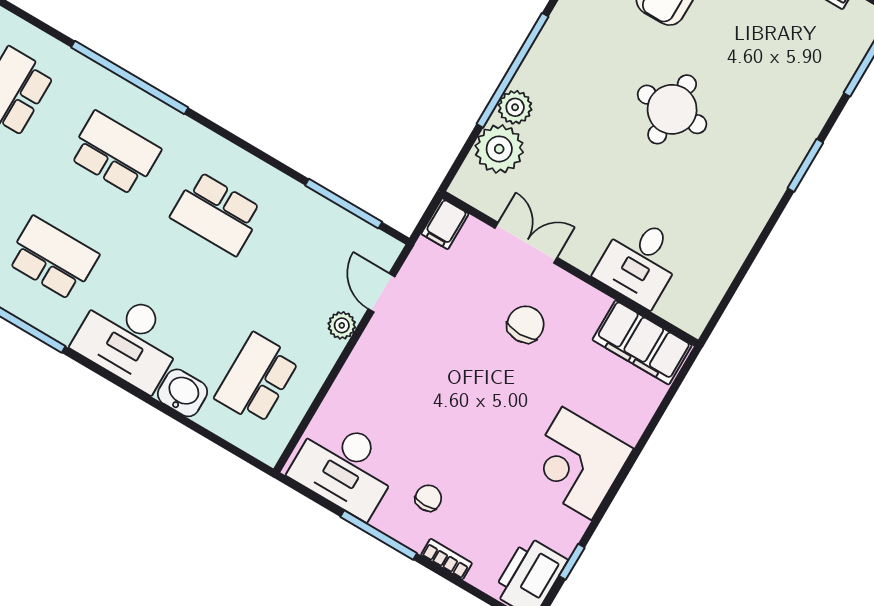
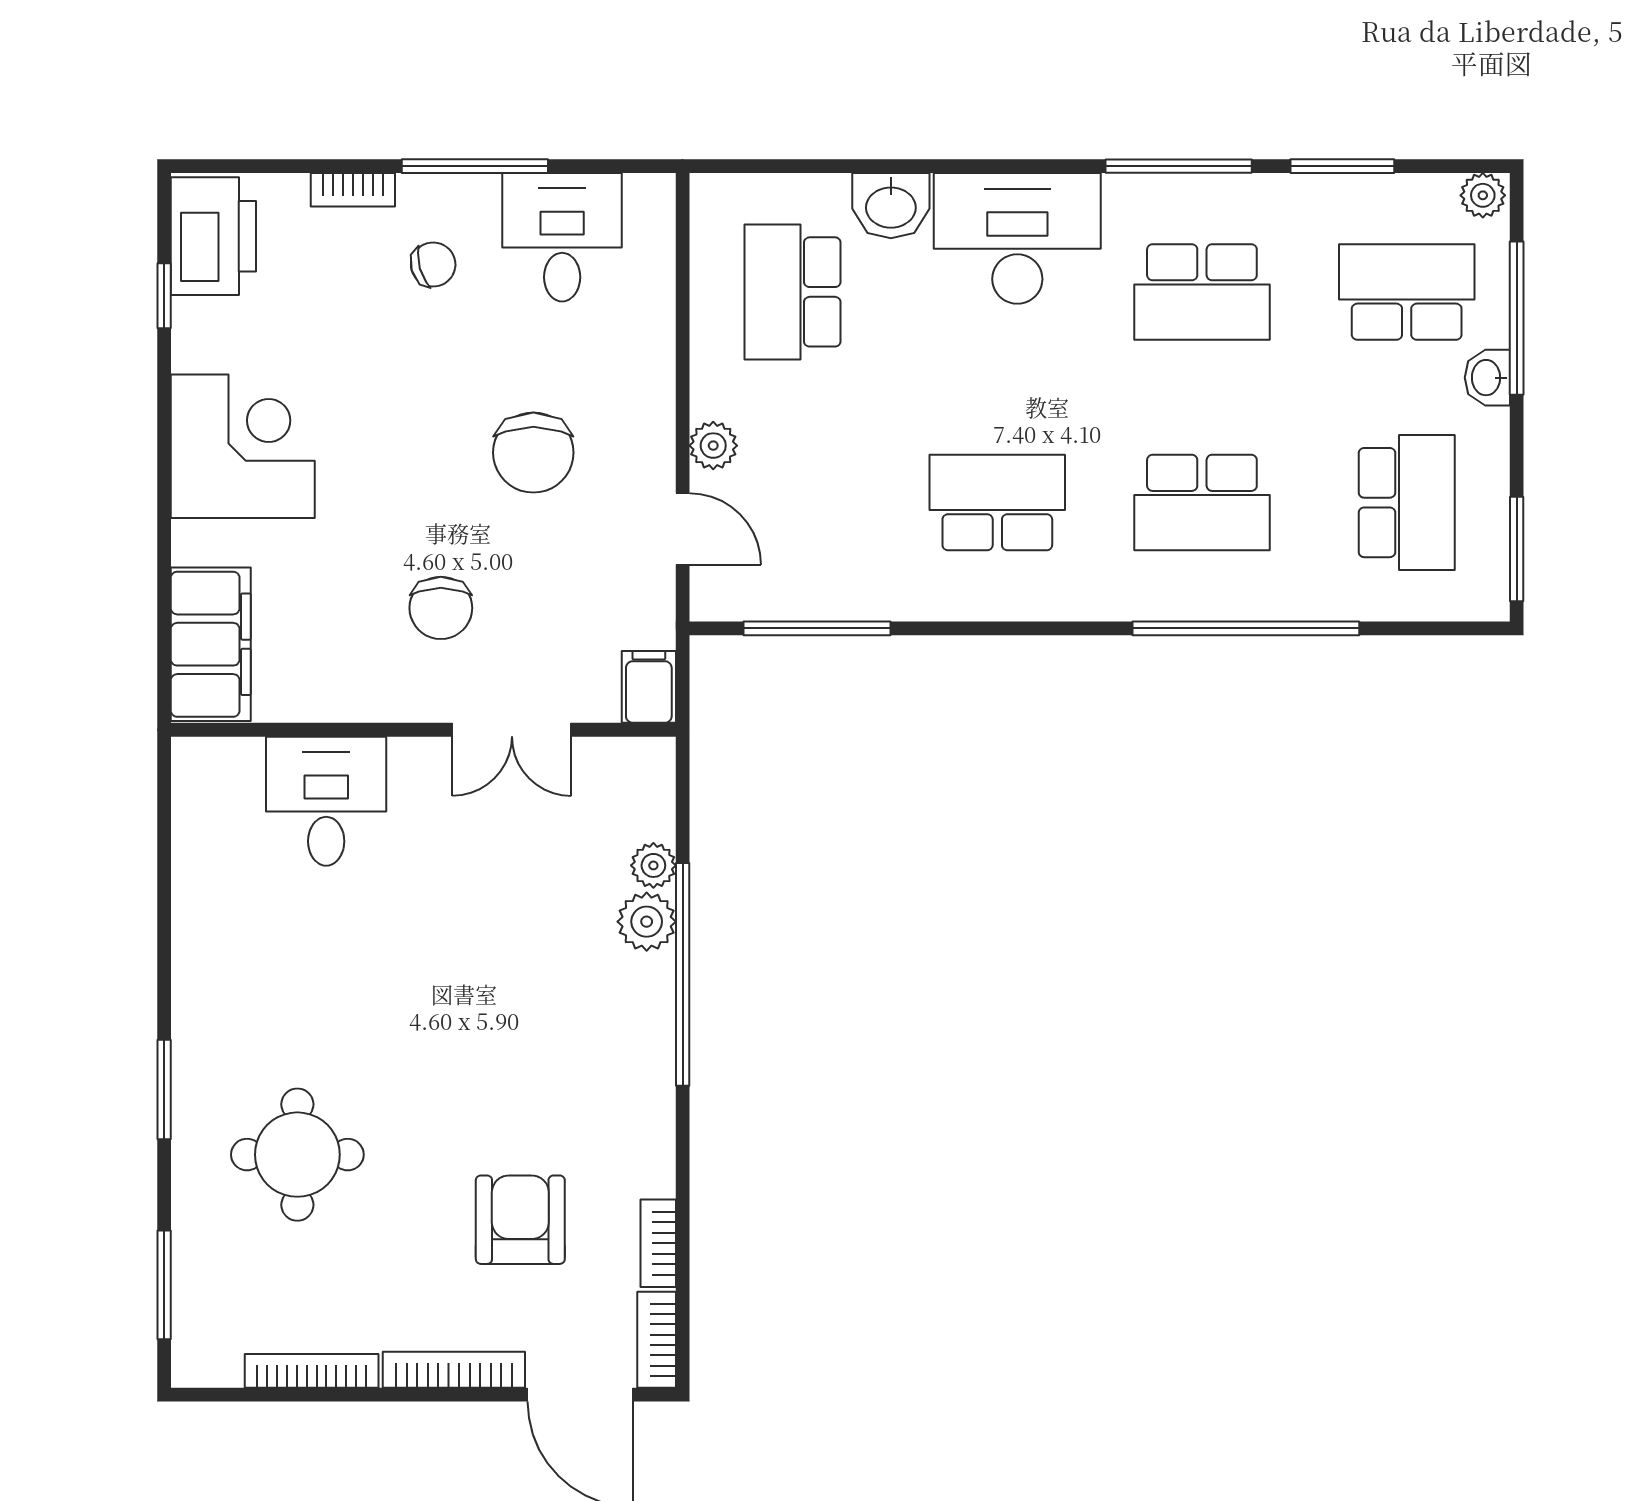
round table: (672, 109) -> (297, 1155), moved
plant: (499, 149) -> (653, 865), width x0.53, depth x0.53
filing cabinet: (642, 342) -> (211, 644), moved, turned 90
chair: (434, 375) -> (533, 453), added
school desk: (257, 379) -> (793, 292), turned 180
desk: (345, 467) -> (562, 237), width x0.73
chair: (428, 498) -> (433, 265), turned -106

